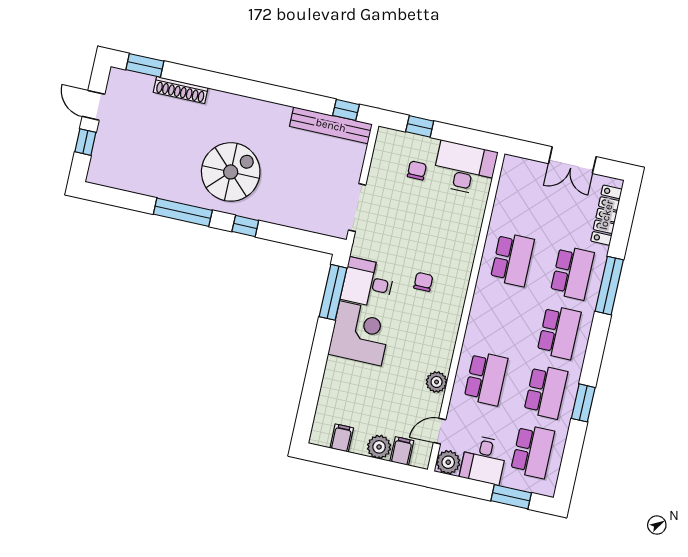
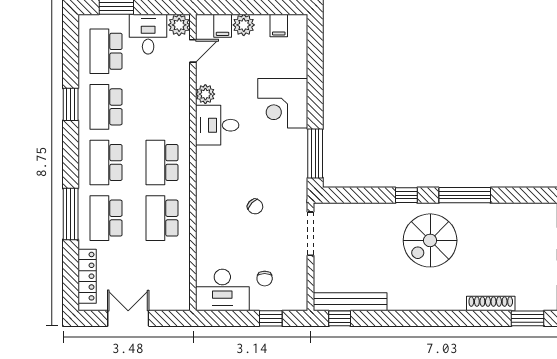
chair: (423, 282) -> (255, 207), moved, turned -47
desk: (368, 283) -> (217, 125), moved, turned 180
corner desk: (360, 333) -> (283, 103), moved
school desk: (486, 379) -> (162, 162), moved

